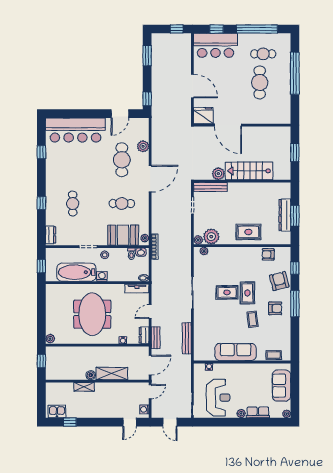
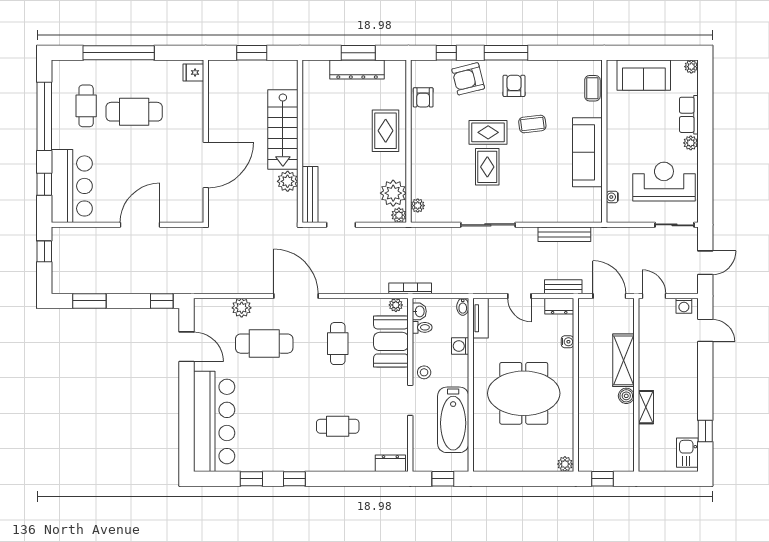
fridge: (203, 116) -> (193, 72), moved, width x0.53, depth x0.75
window: (41, 203) -> (294, 479), moved
washing machine: (102, 276) -> (460, 346), moved

